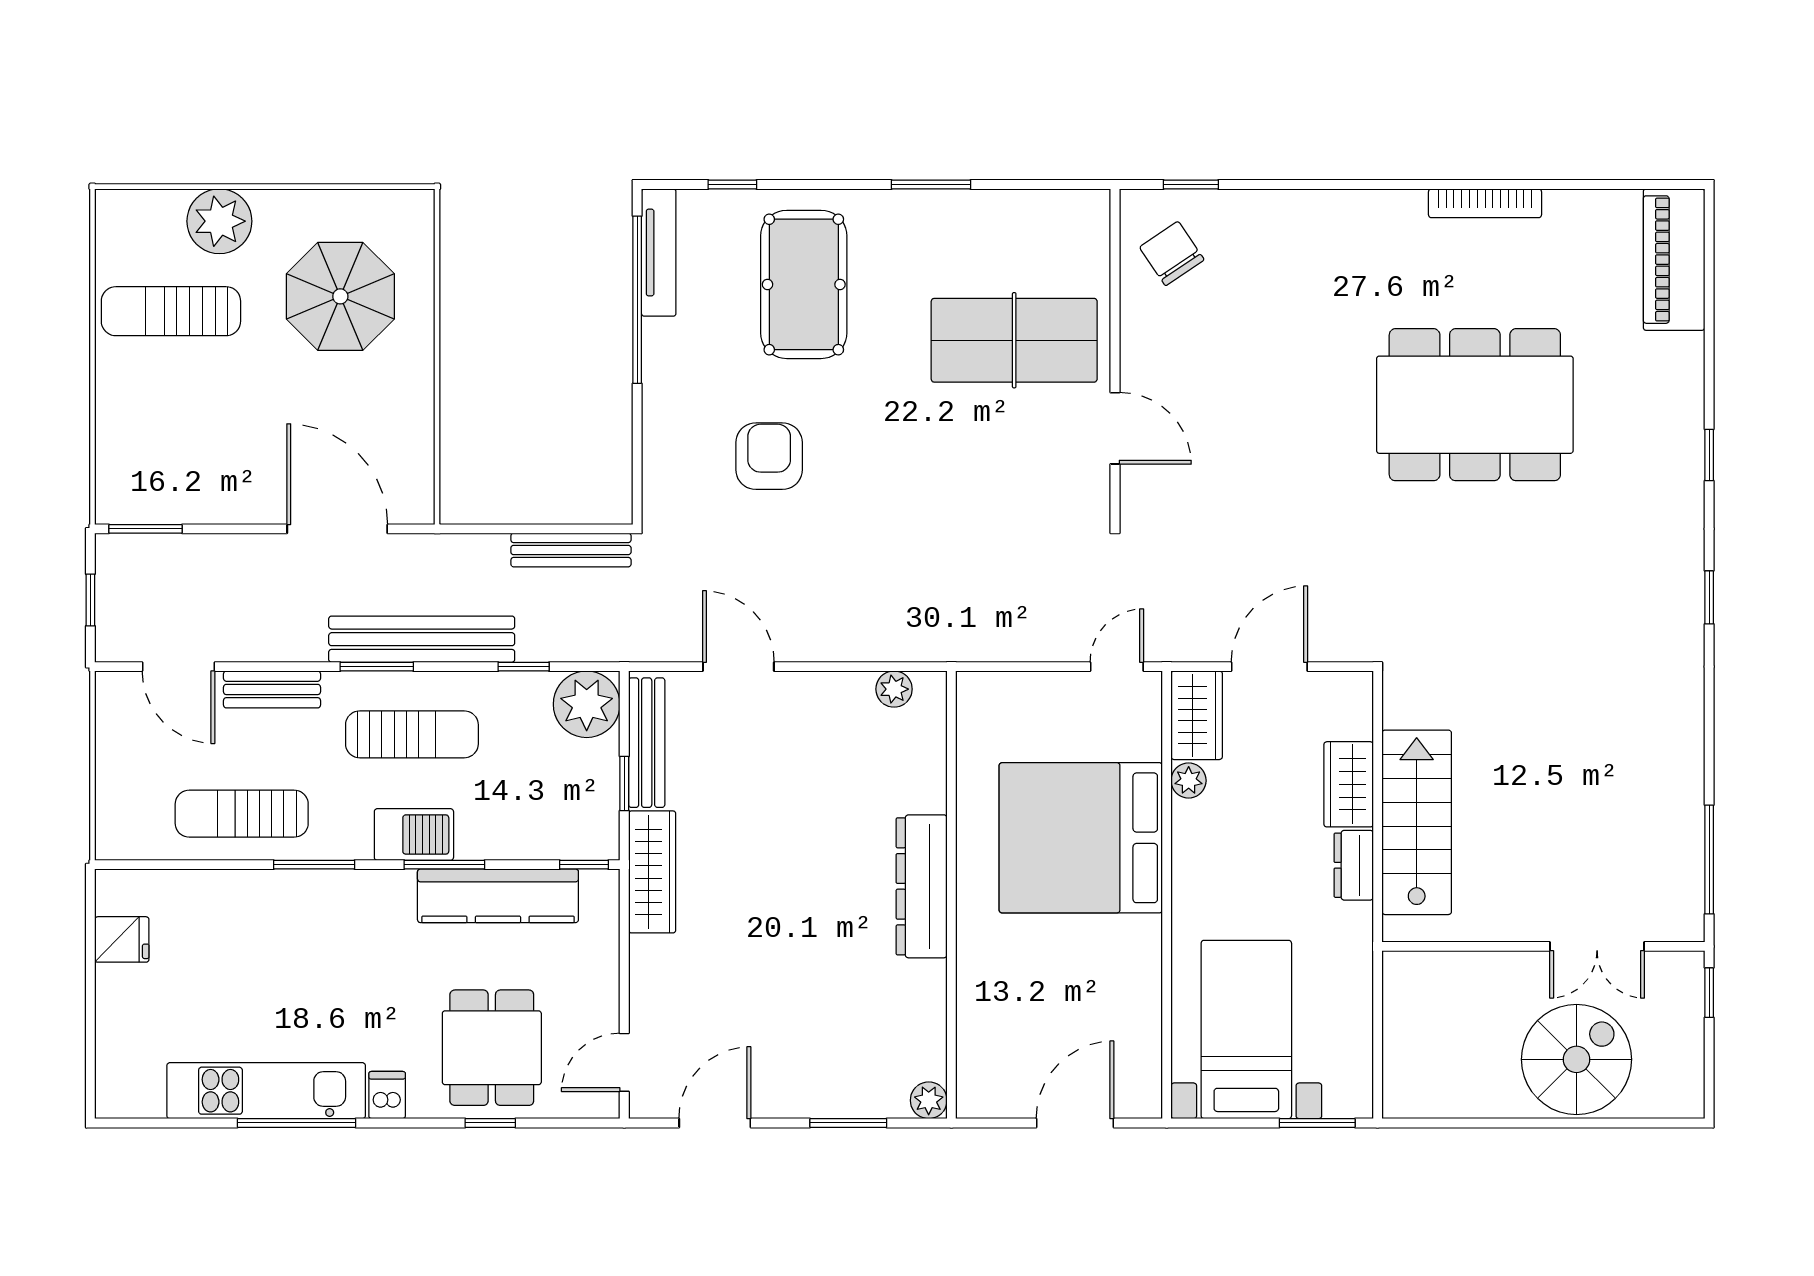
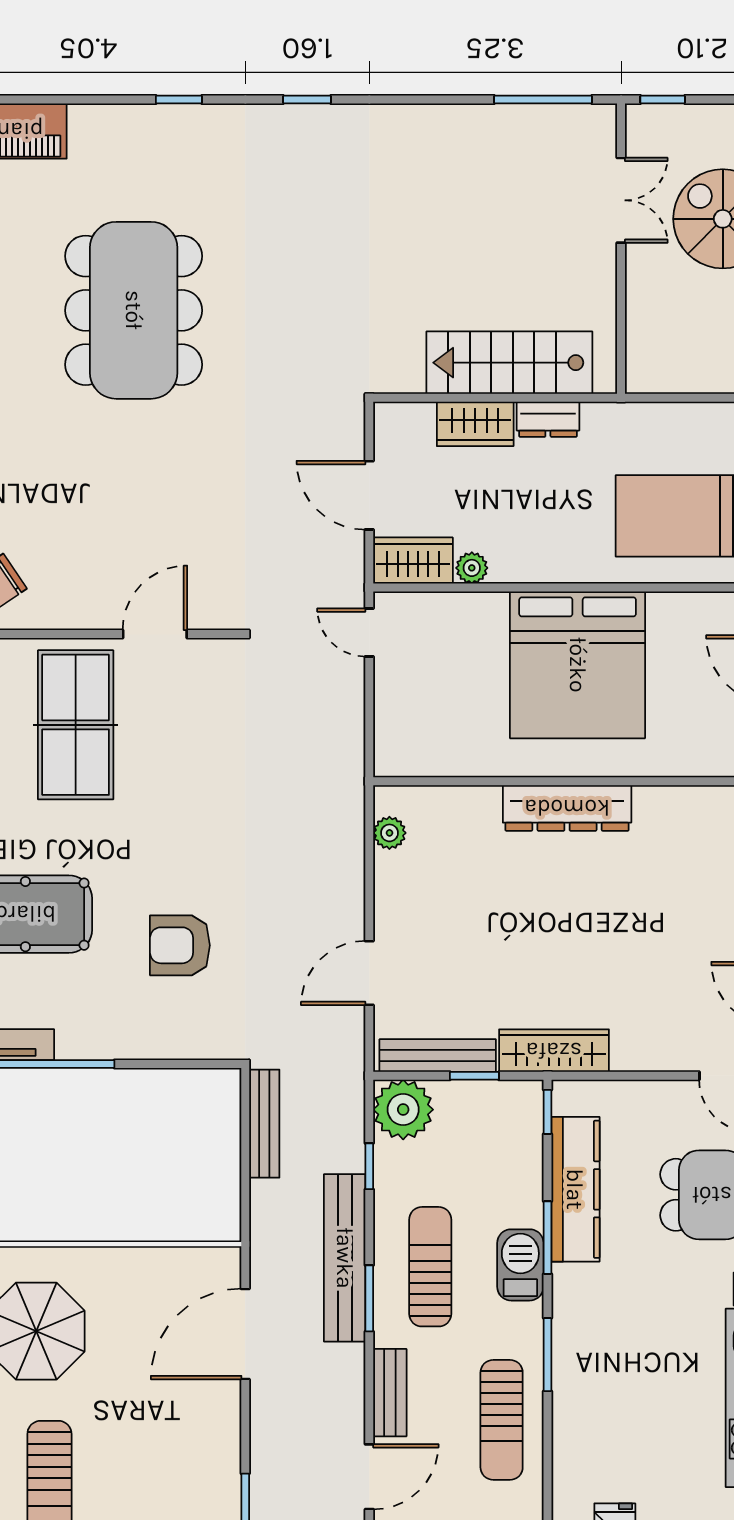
bed: (1081, 838) -> (578, 665), moved

